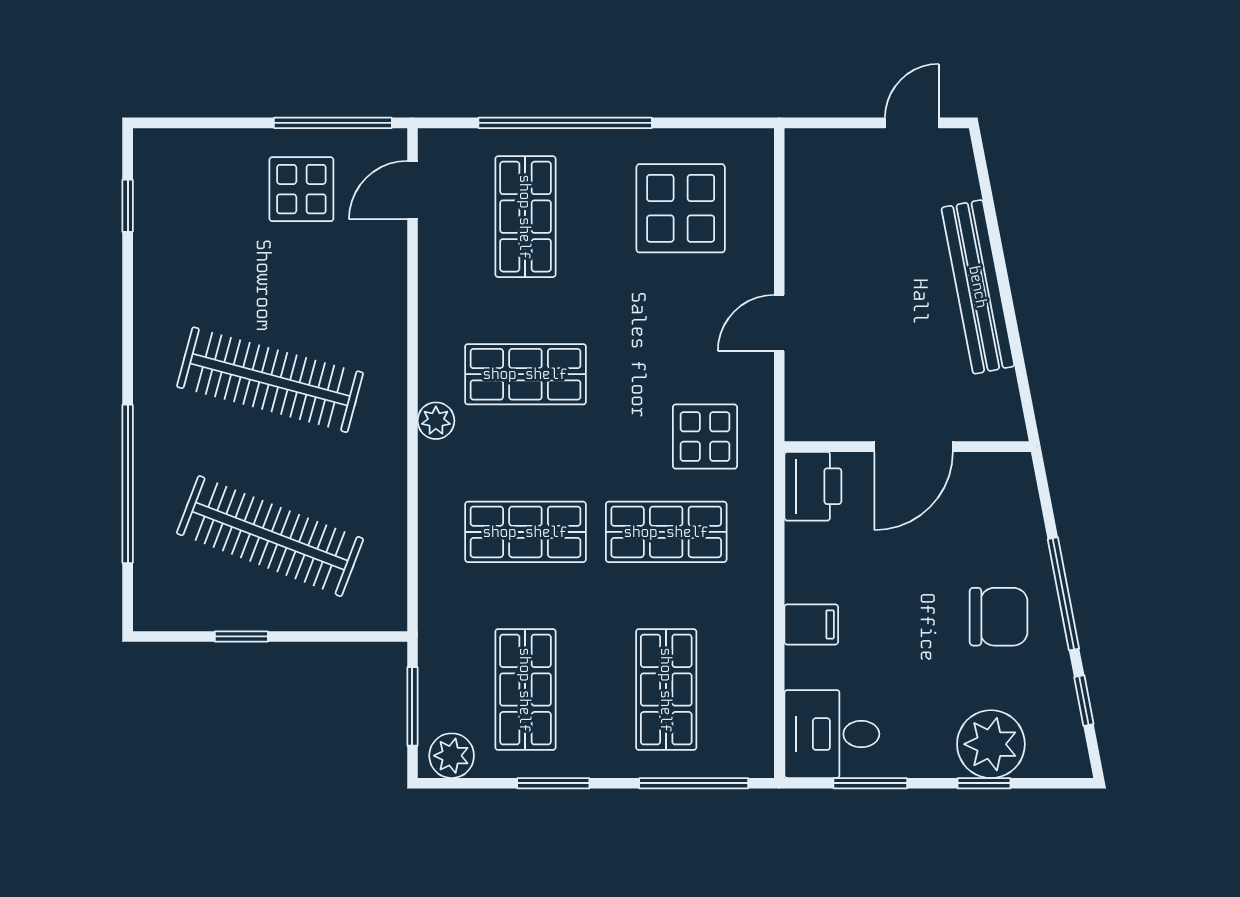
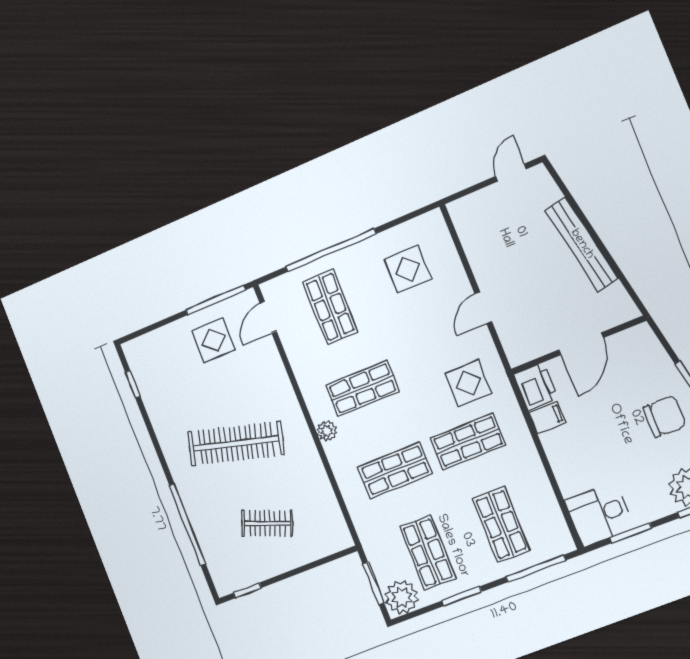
display table: (681, 208) -> (408, 269), width x0.73, depth x0.73
clothes rail: (270, 536) -> (267, 523), width x0.54, depth x0.76
filing cabinet: (811, 624) -> (547, 418), moved
window: (241, 636) -> (247, 590), moved
plant: (452, 756) -> (402, 597), width x1.36, depth x1.36

